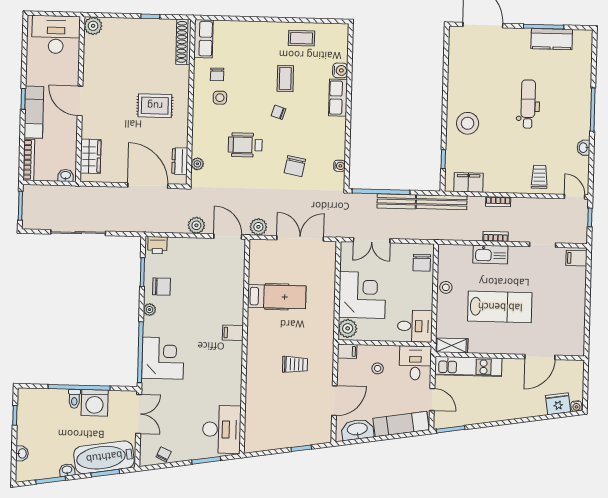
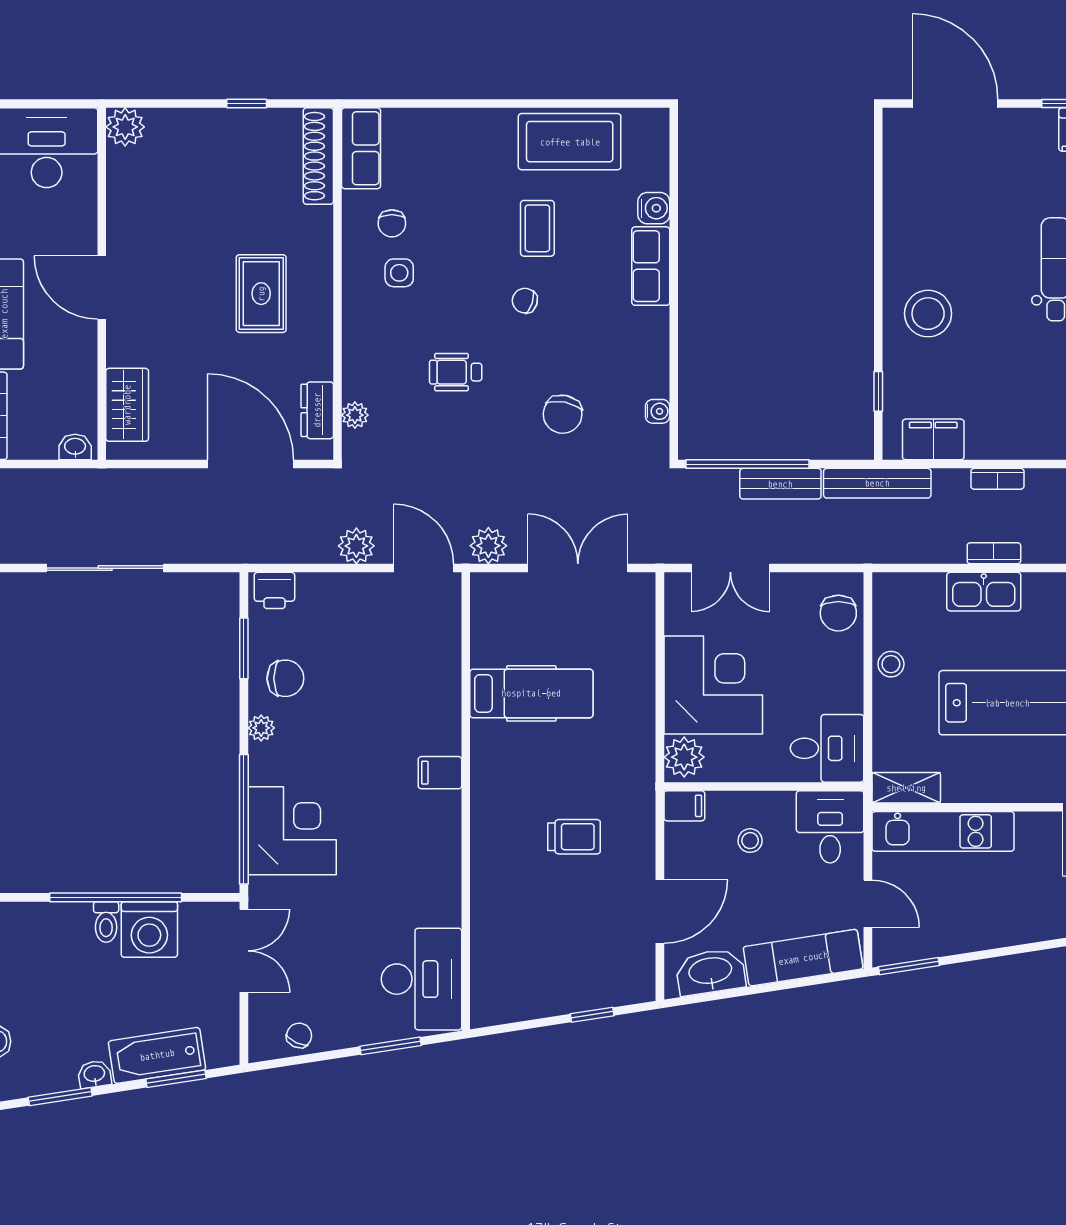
coffee table: (301, 38) -> (570, 142), width x1.86, depth x1.72
rug: (155, 106) -> (261, 294), turned 90
wheelchair: (245, 145) -> (456, 372), width x0.73, depth x0.73
bathtub: (104, 457) -> (157, 1055), width x0.73, depth x0.73

